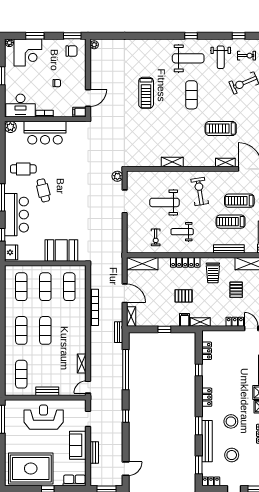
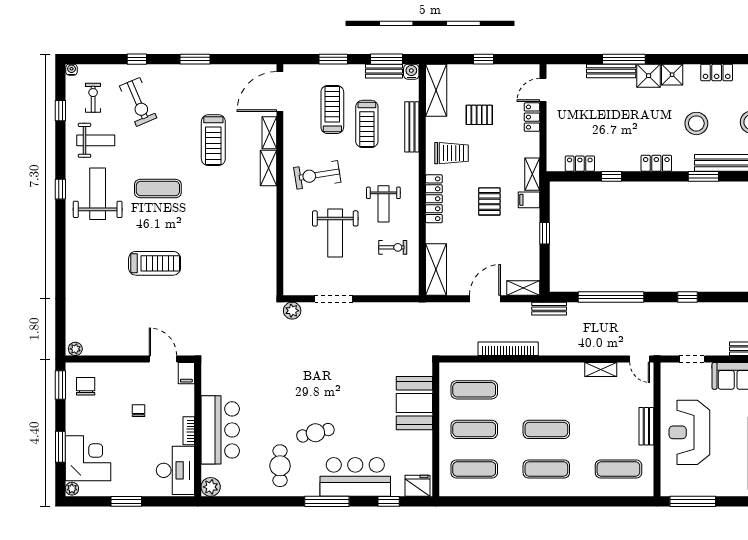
shelving: (172, 162) -> (268, 168), moved
treadmill: (239, 201) -> (332, 109), turned 180

